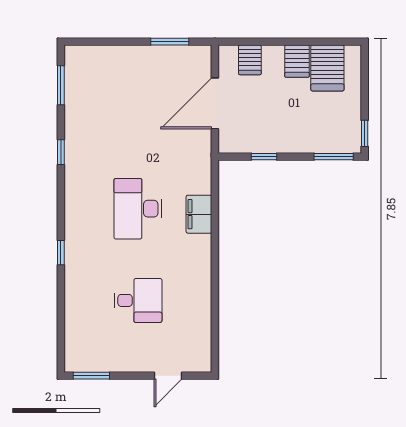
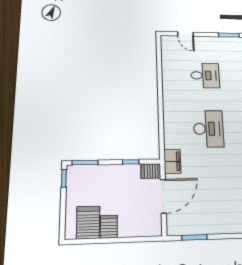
server rack: (250, 60) -> (151, 171), moved, turned -90
filing cabinet: (199, 214) -> (172, 161), moved
desk: (138, 300) -> (205, 75), turned 180
door: (168, 376) -> (185, 34), swing flipped

